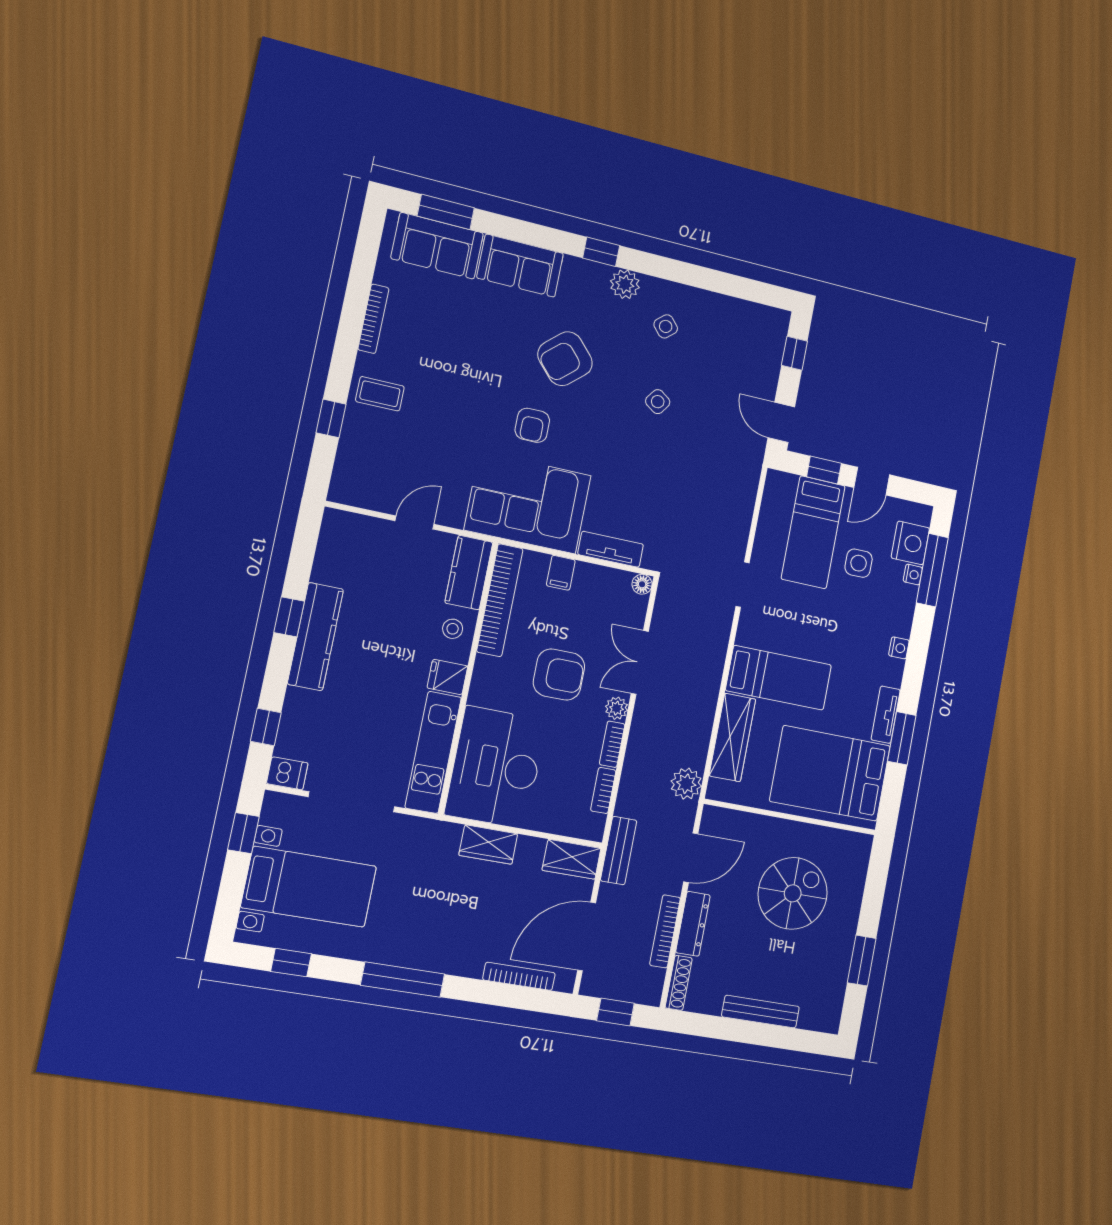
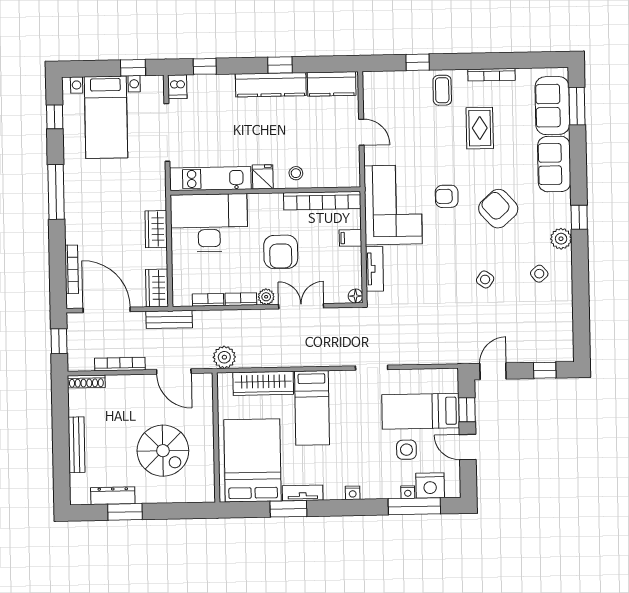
rug: (446, 355) -> (480, 128), added
kitchen counter: (469, 573) -> (332, 84), moved, turned 180
dresser: (693, 924) -> (113, 496), moved, turned 180

